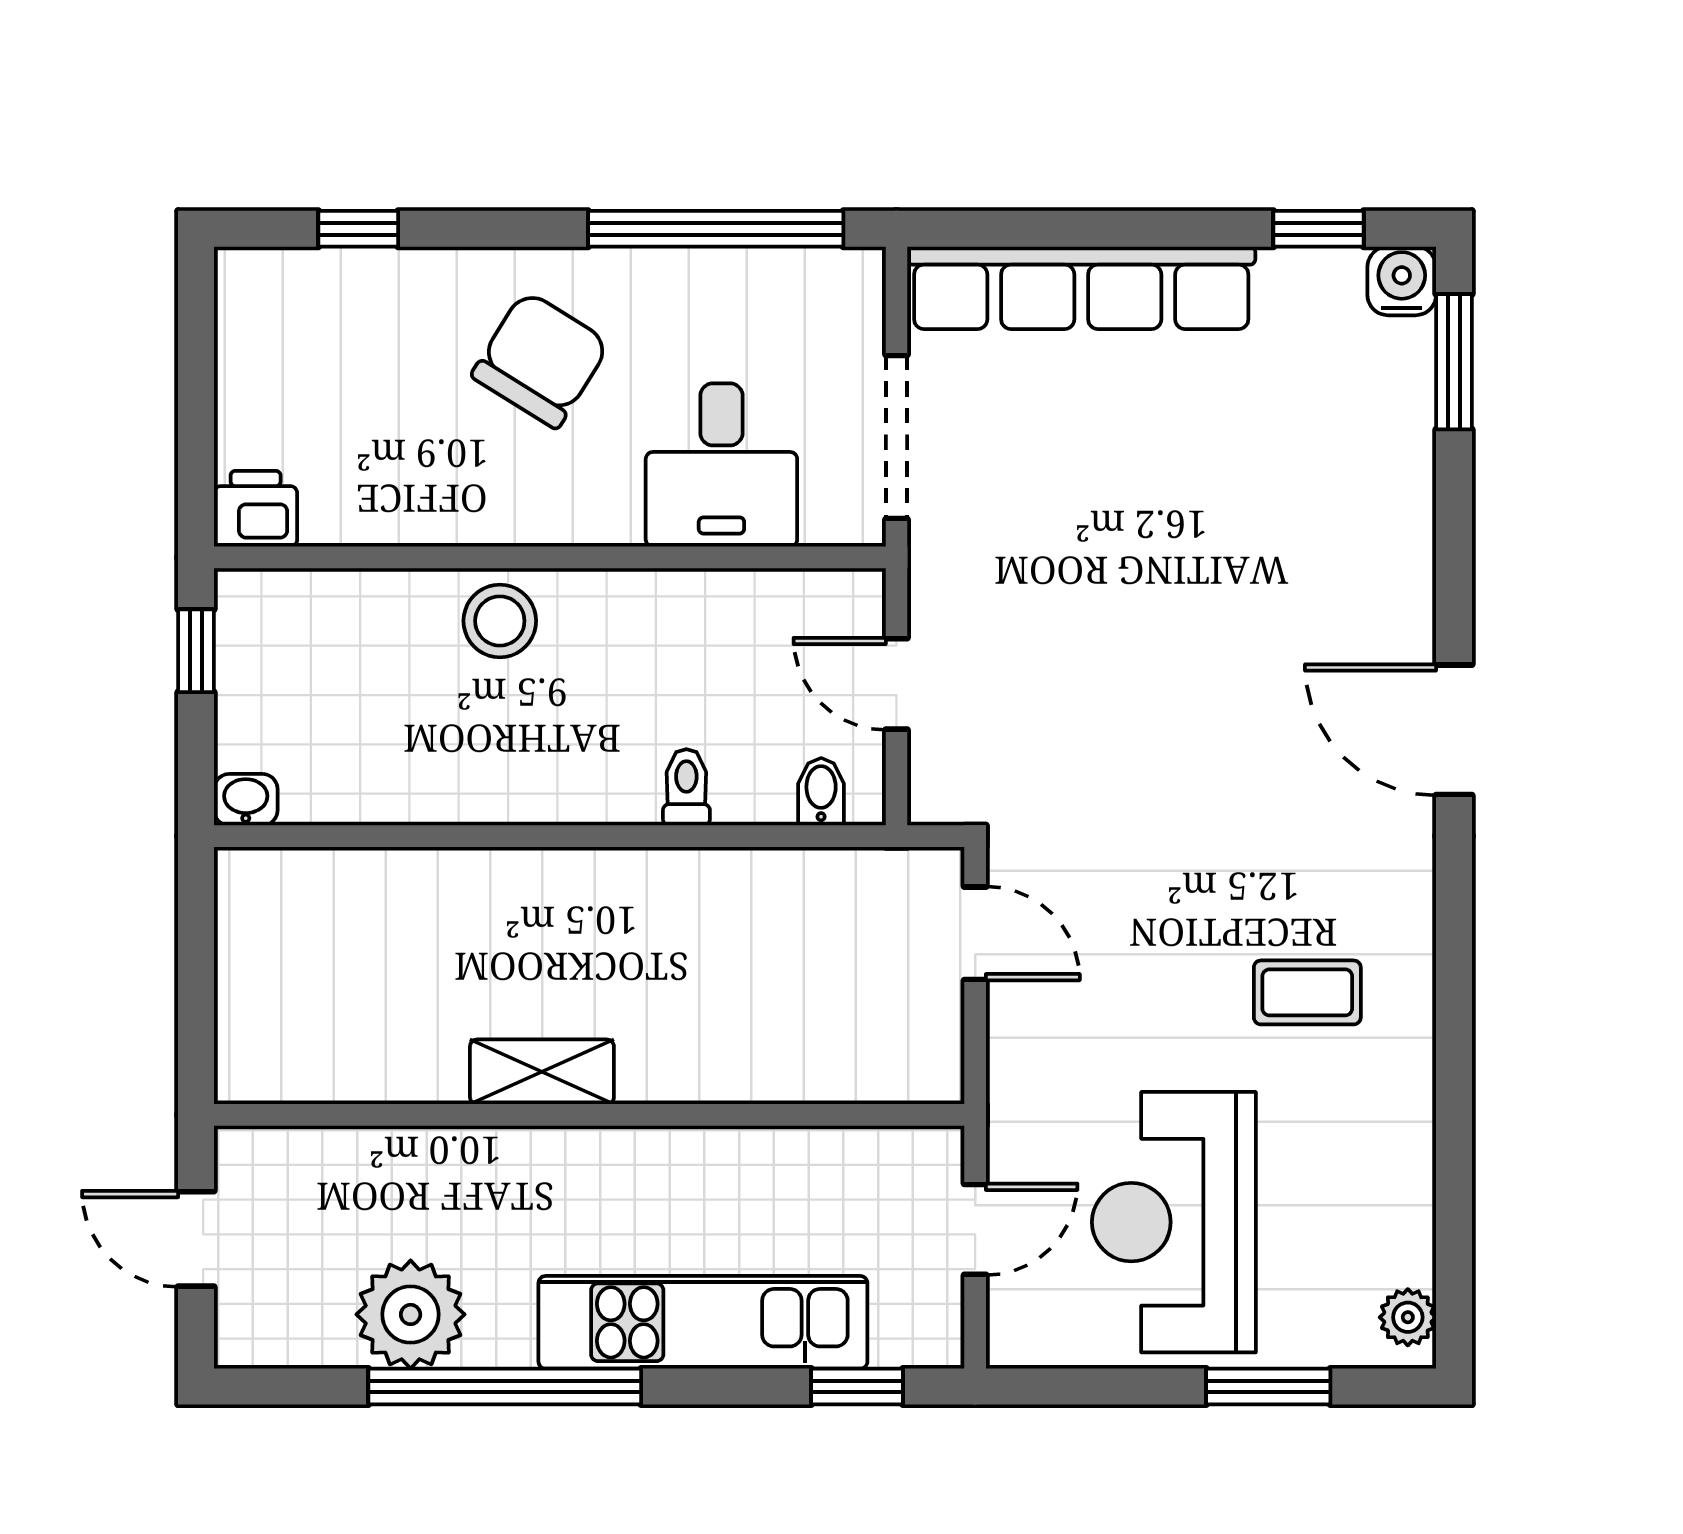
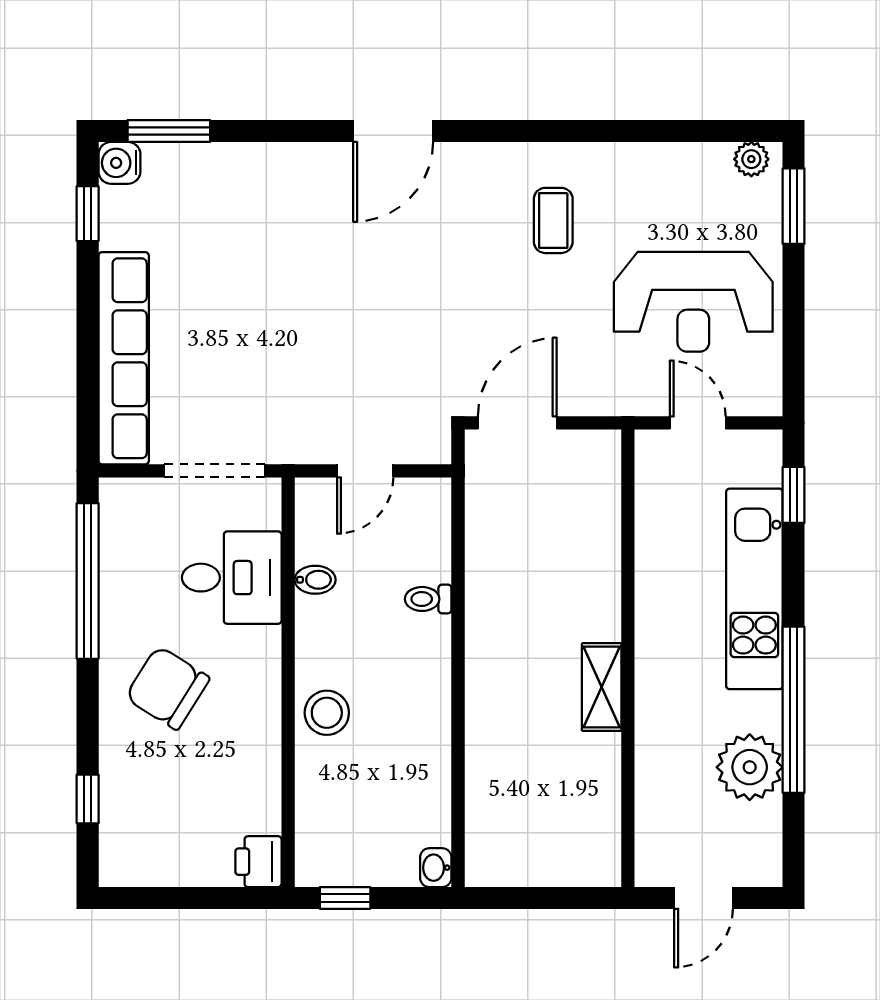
bidet: (821, 792) -> (315, 580), moved, turned 180
door: (975, 933) -> (517, 423), width x1.38
window: (1268, 1387) -> (794, 206), moved

